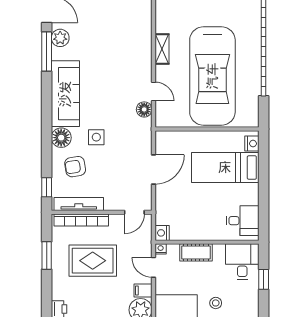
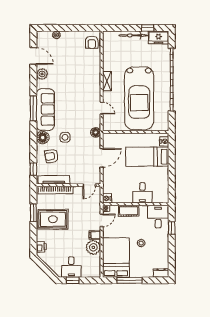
window: (47, 52) -> (33, 108), moved
floor lamp: (144, 109) -> (96, 132), moved
desk: (243, 221) -> (142, 193), moved, turned 90
rug: (93, 261) -> (53, 219), moved
door: (154, 267) -> (102, 220), swing flipped

